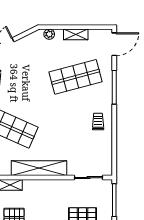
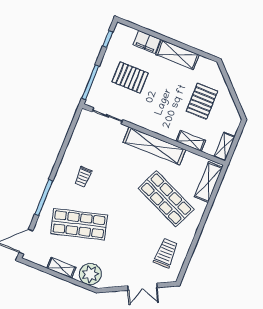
plant: (49, 34) -> (90, 274), width x1.88, depth x1.88
trolley: (98, 122) -> (83, 177), moved

